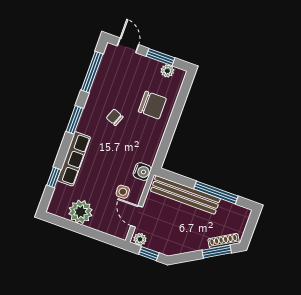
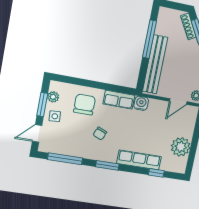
row of seats: (151, 146) -> (119, 100), added
side table: (123, 192) -> (55, 116), moved

